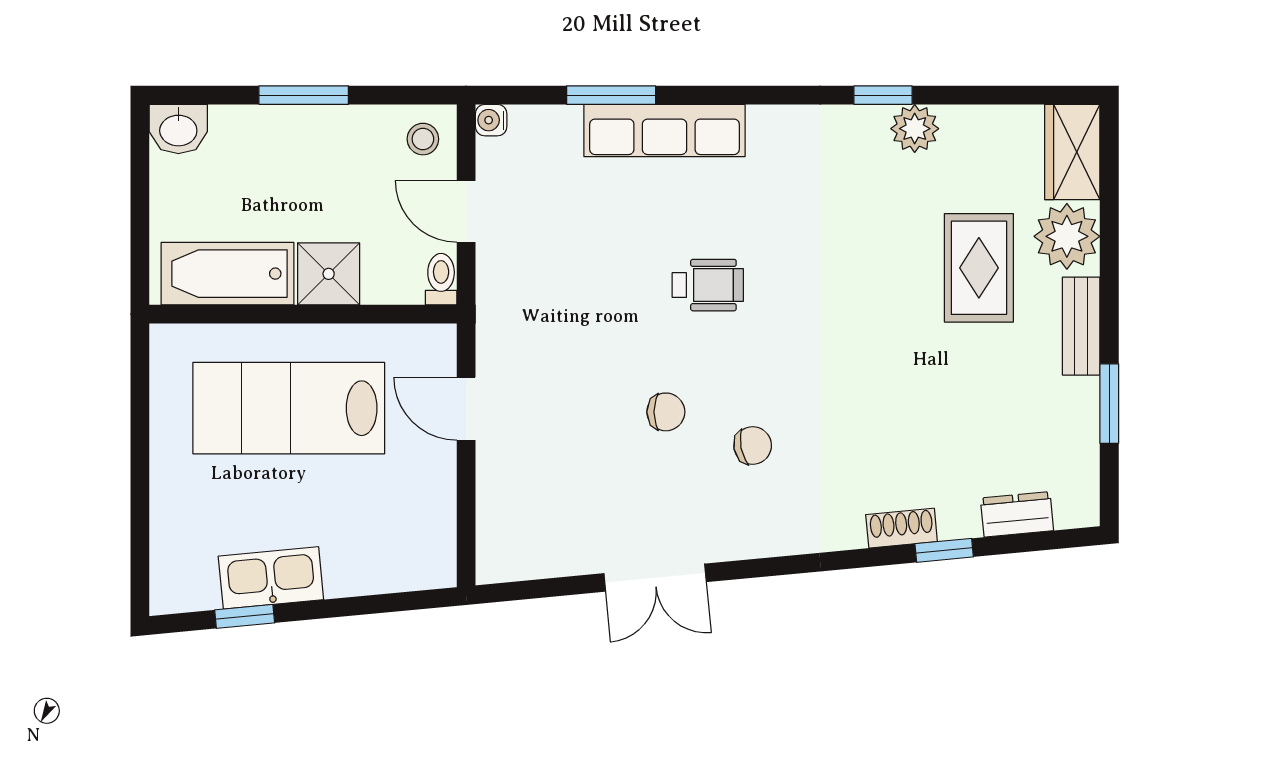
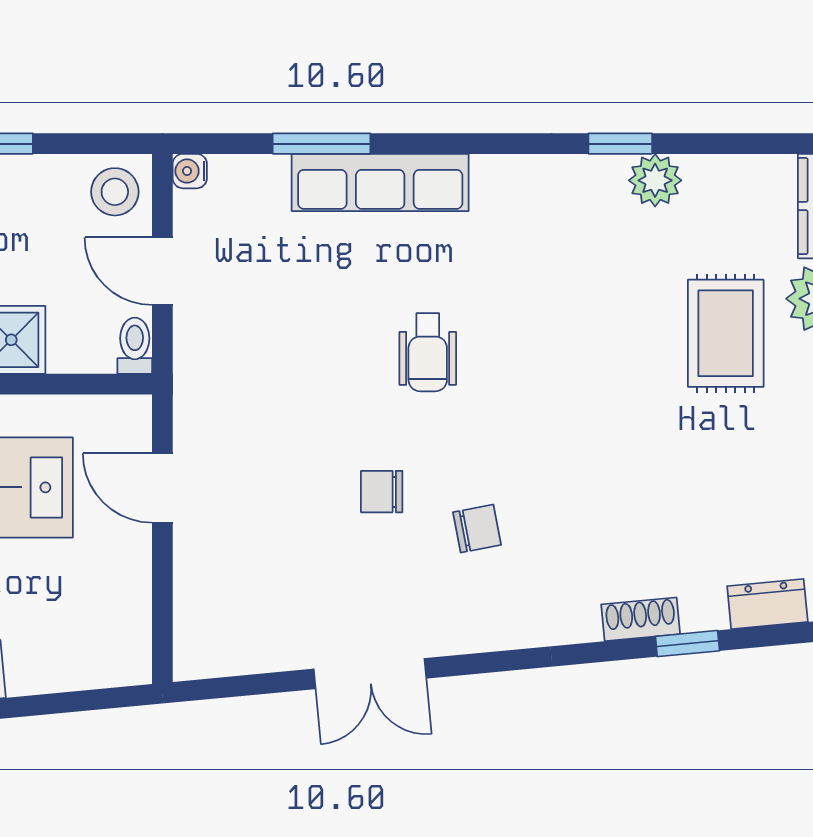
stool: (423, 139) -> (115, 192), width x1.37, depth x1.37
wheelchair: (708, 285) -> (428, 352), turned 90
chair: (666, 412) -> (382, 492), turned 180

